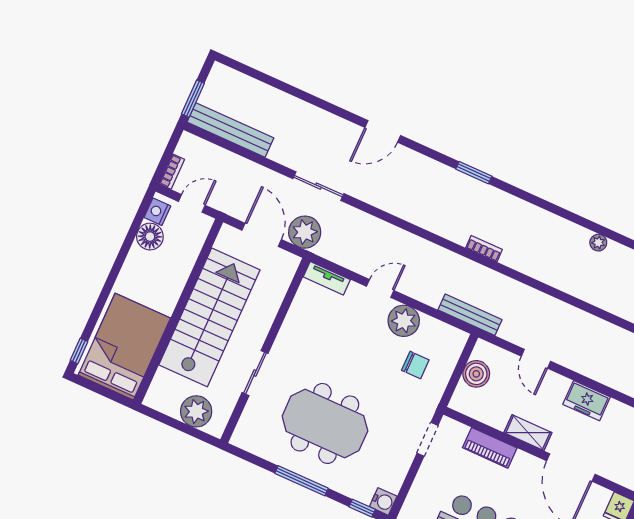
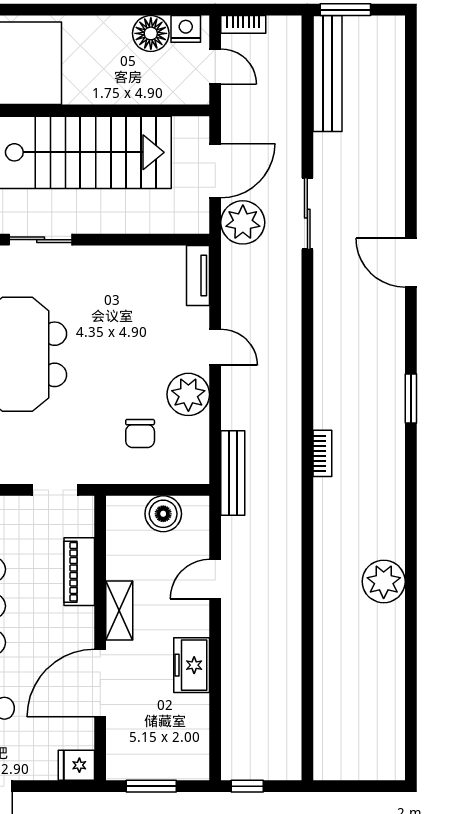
plant: (598, 243) -> (384, 581), width x1.88, depth x1.88

